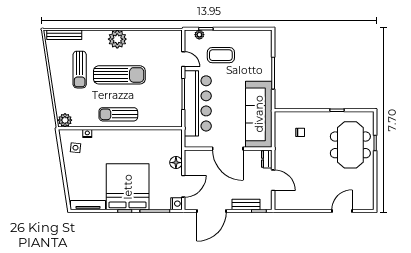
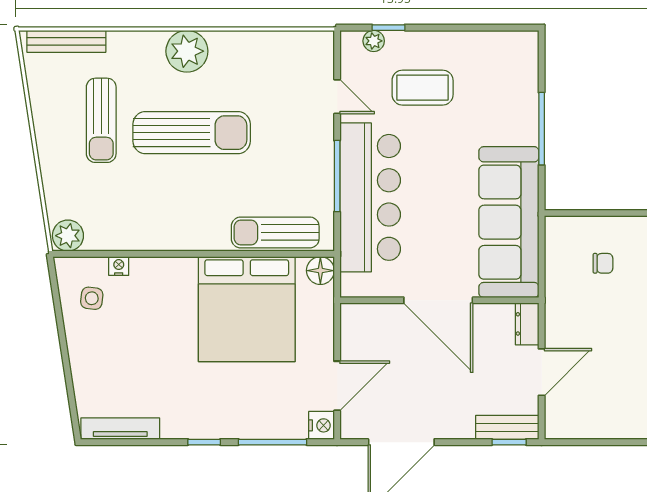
sun lounger: (118, 114) -> (275, 232), moved
floor lamp: (176, 163) -> (320, 271), moved
door: (273, 180) -> (542, 372), hinge flipped
bed: (128, 187) -> (247, 309), moved, turned 180
bench: (246, 204) -> (507, 427), moved

